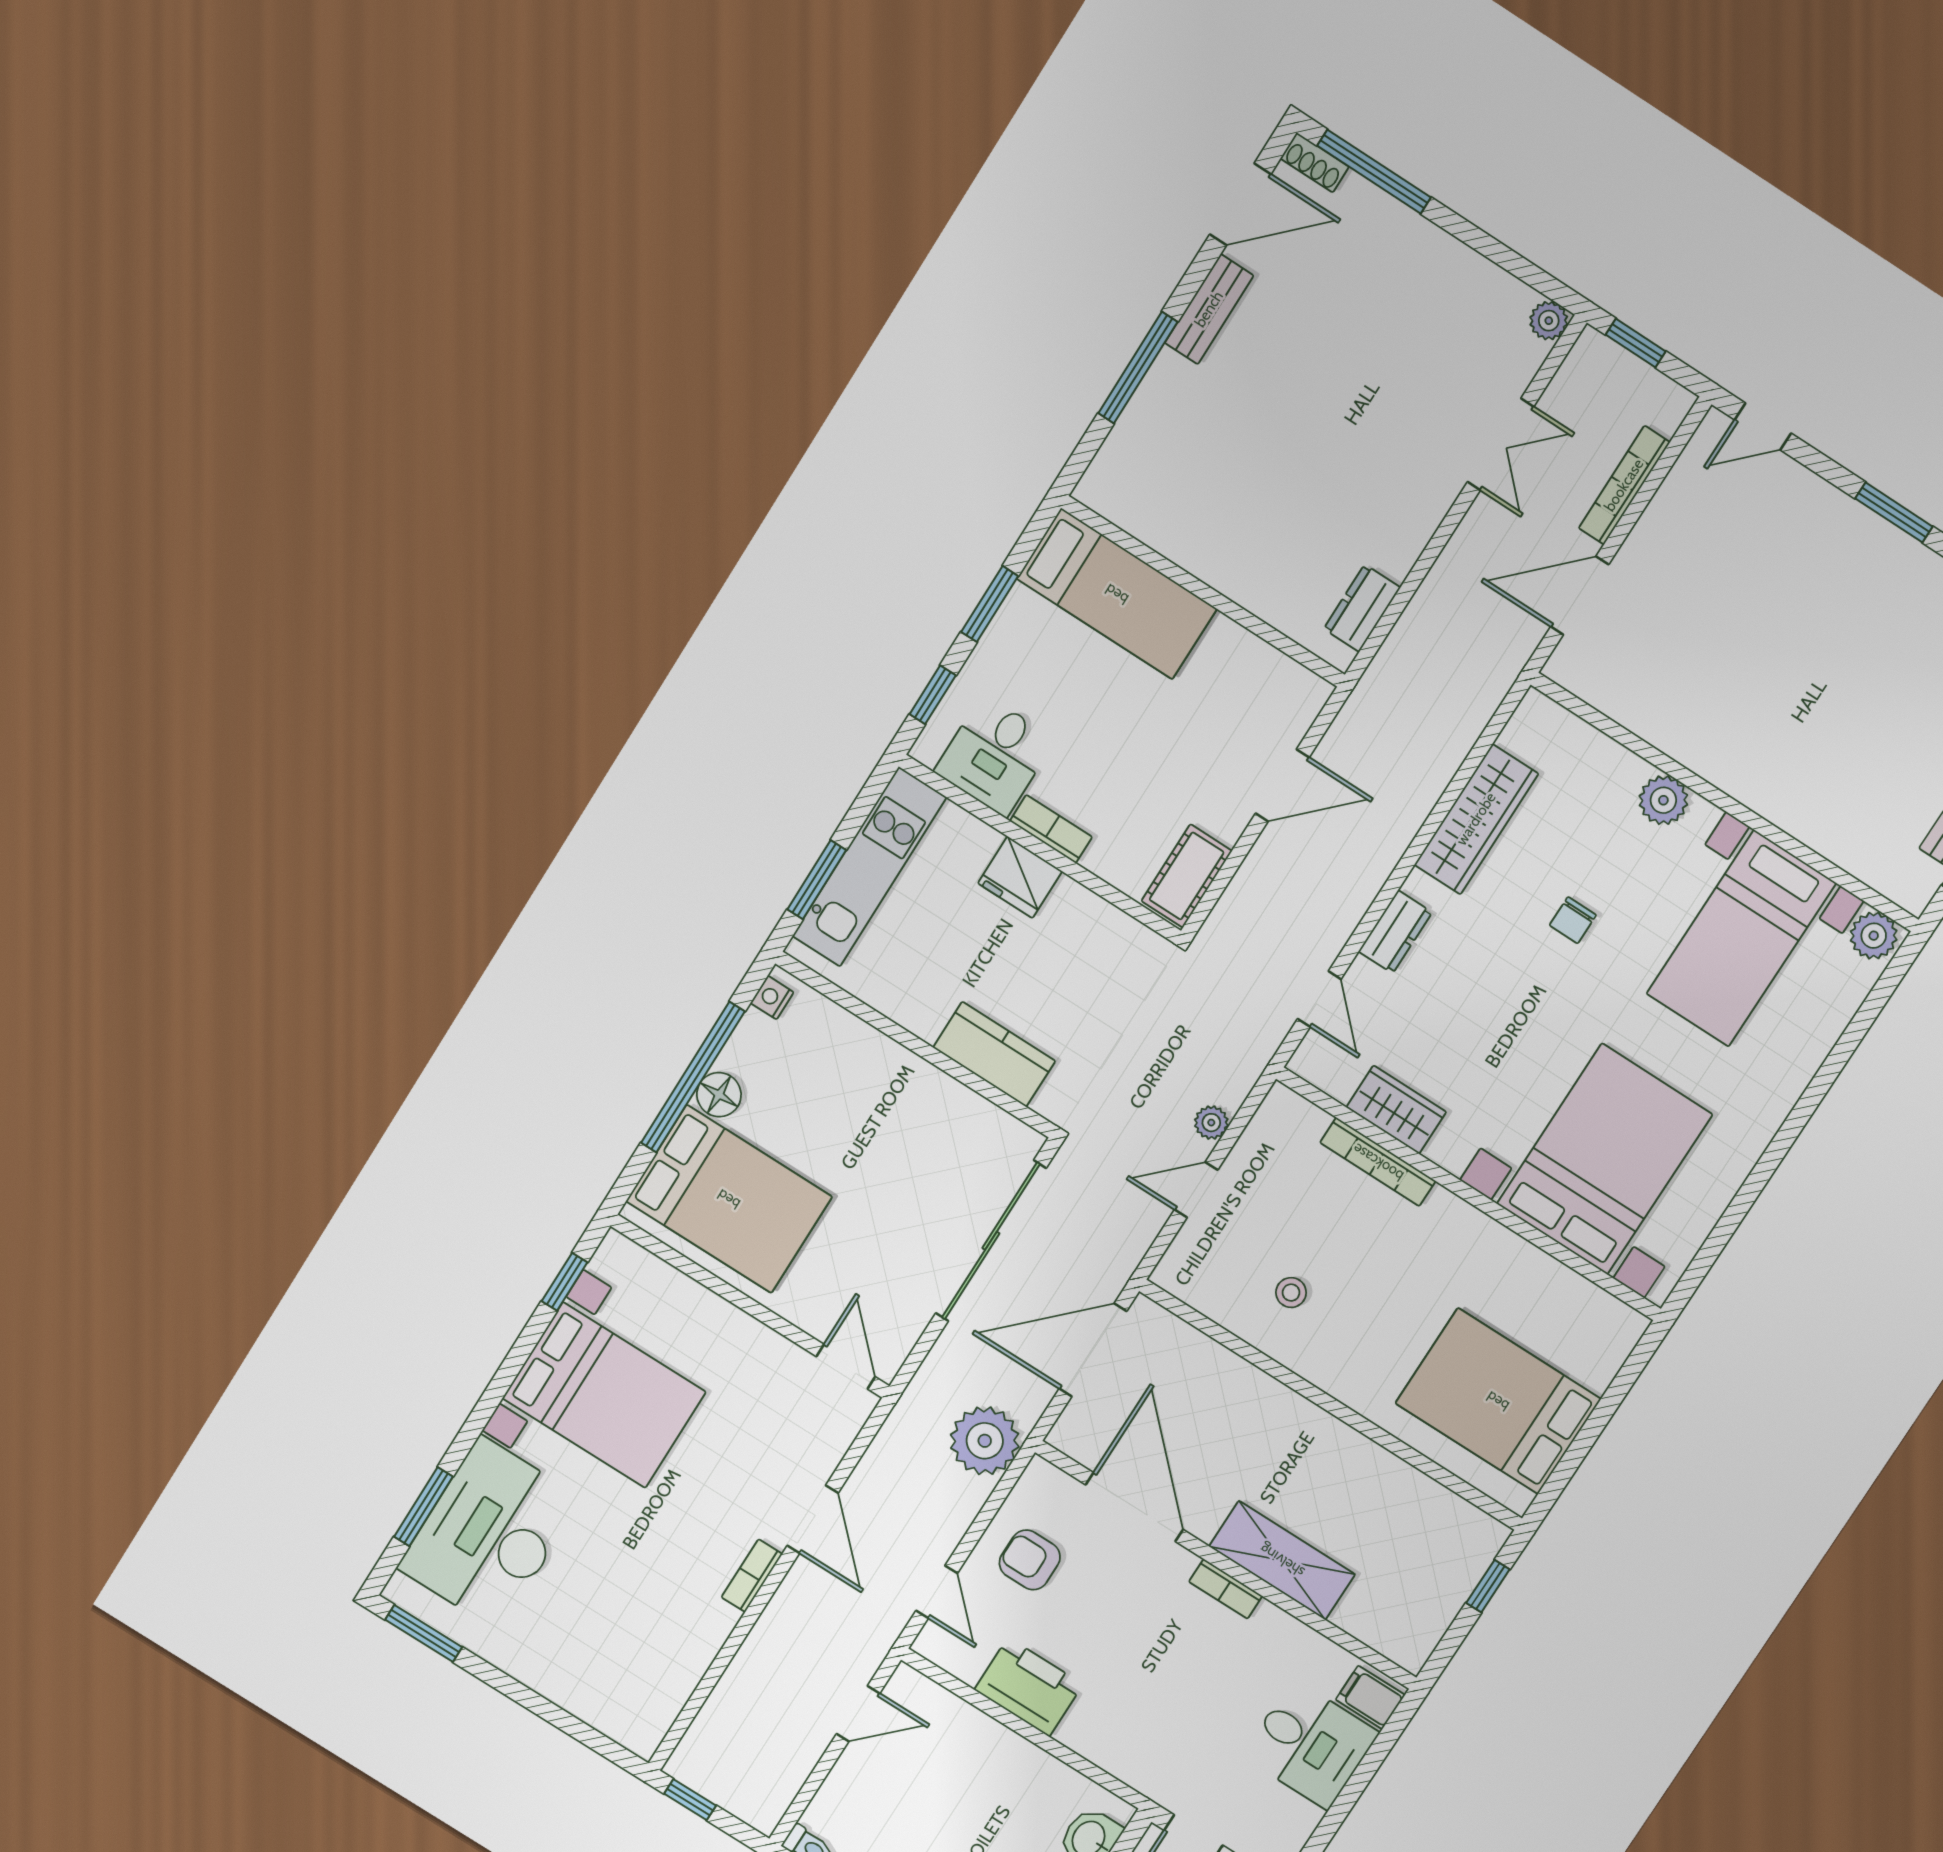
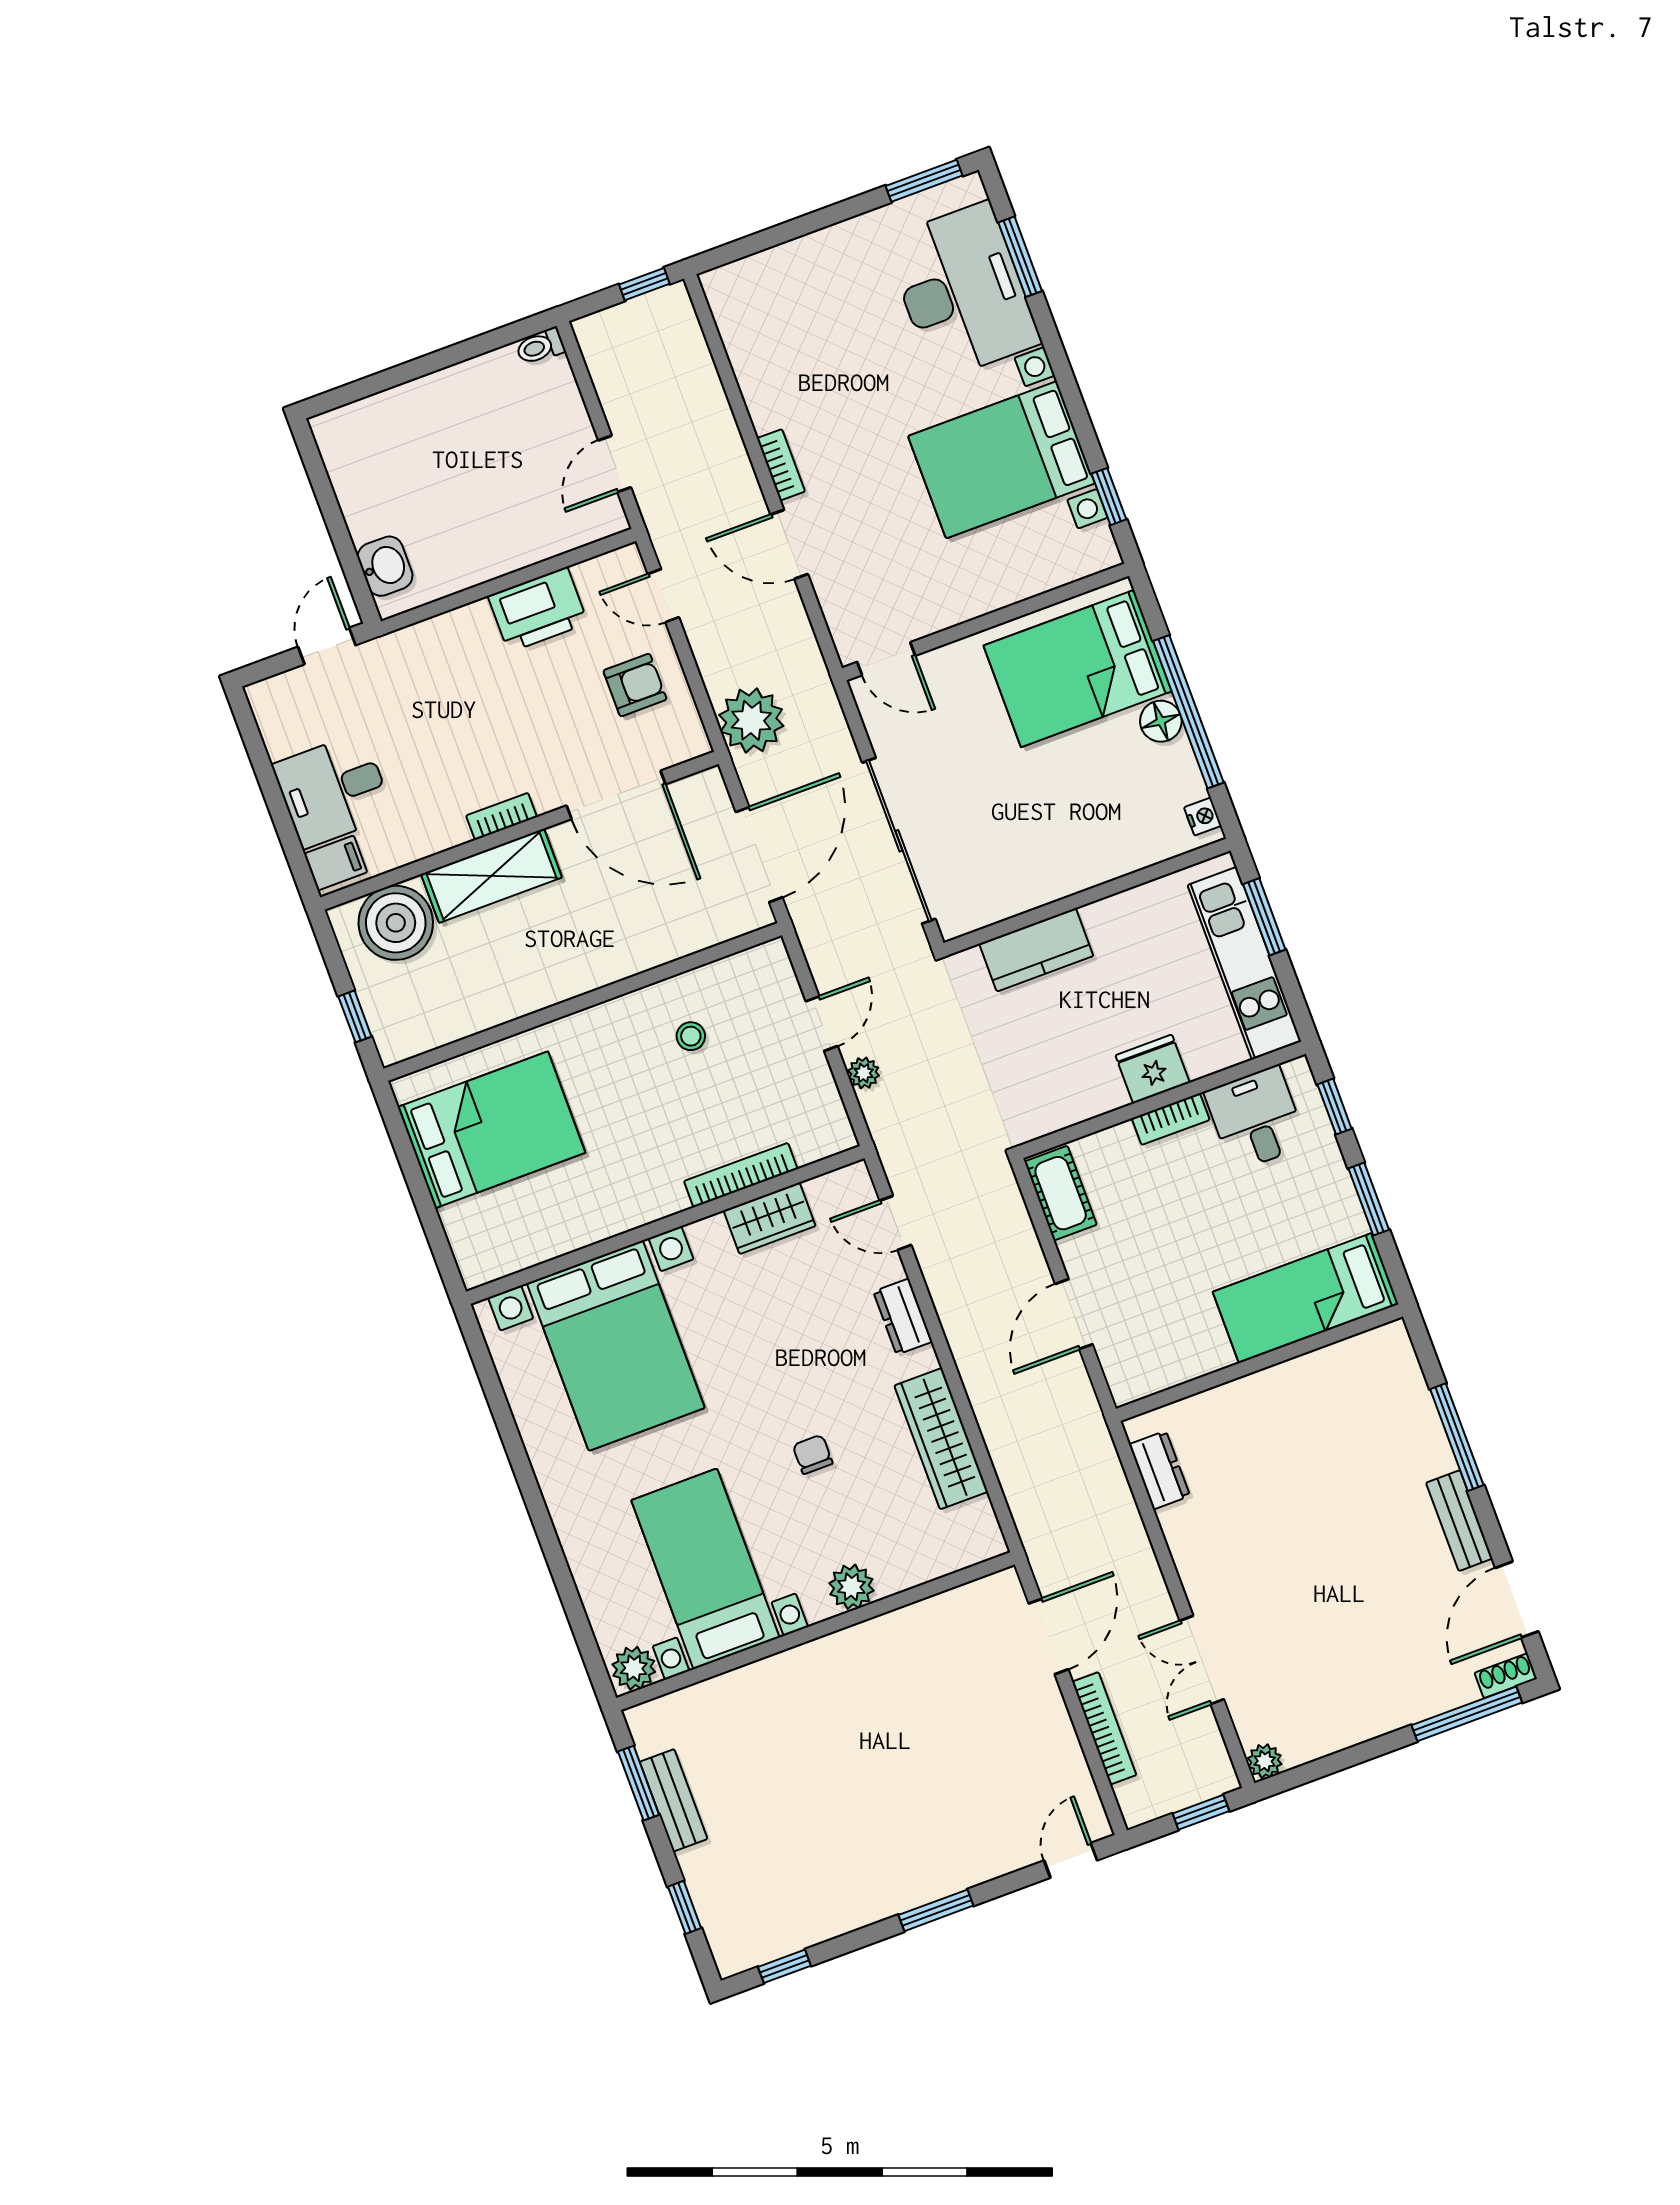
boiler: (1383, 1610) -> (396, 923), added

